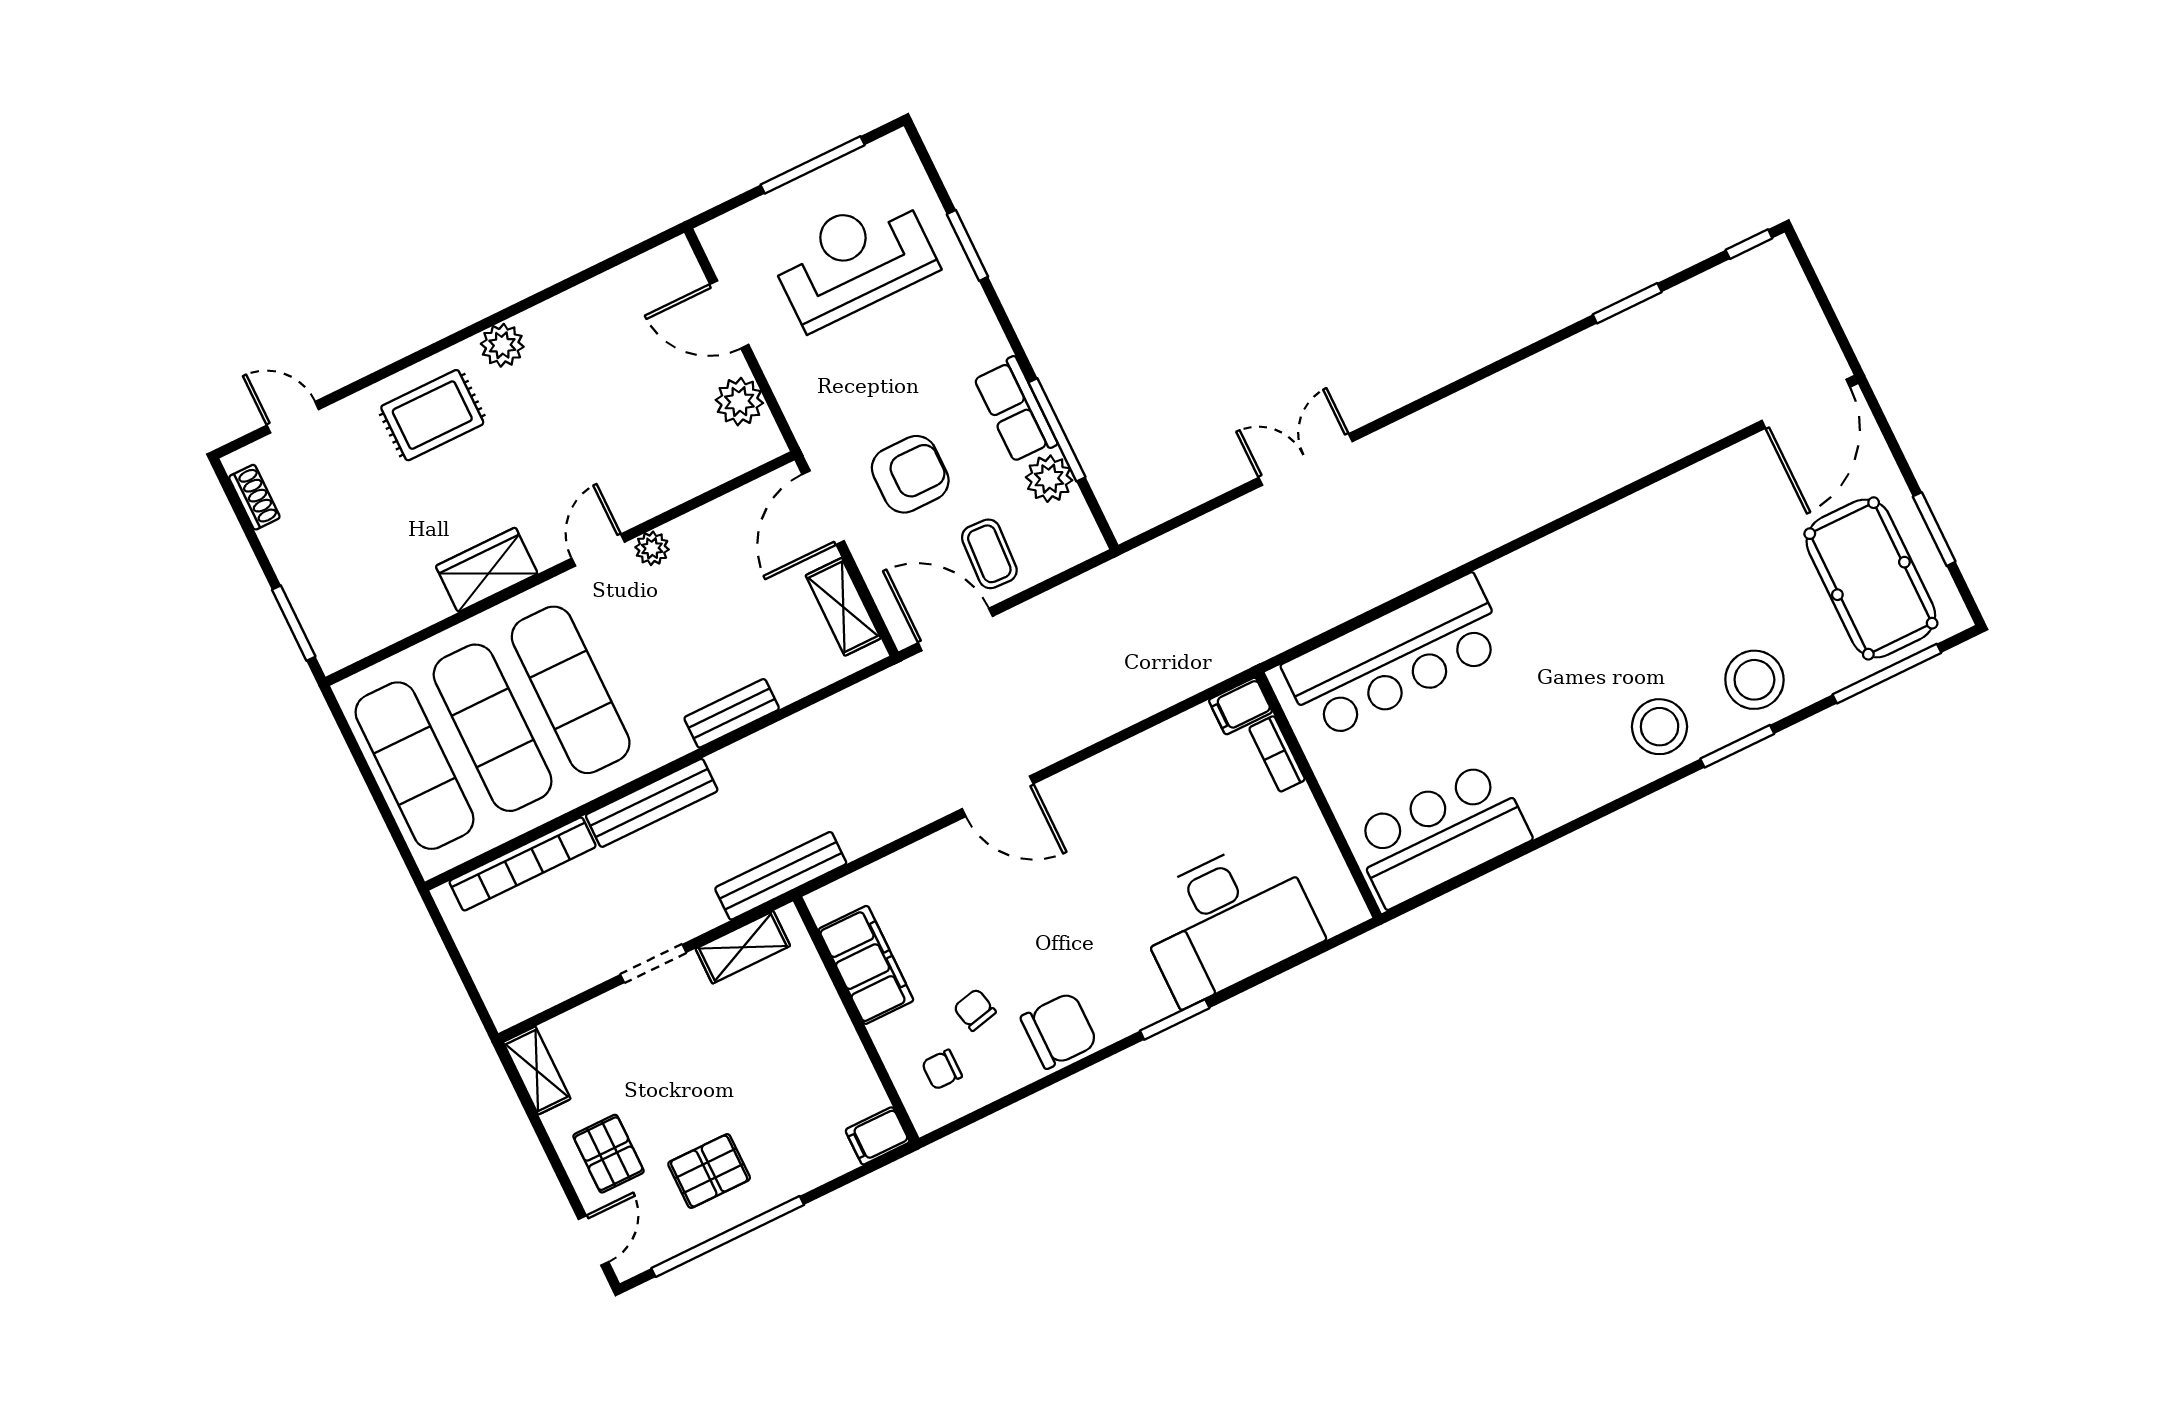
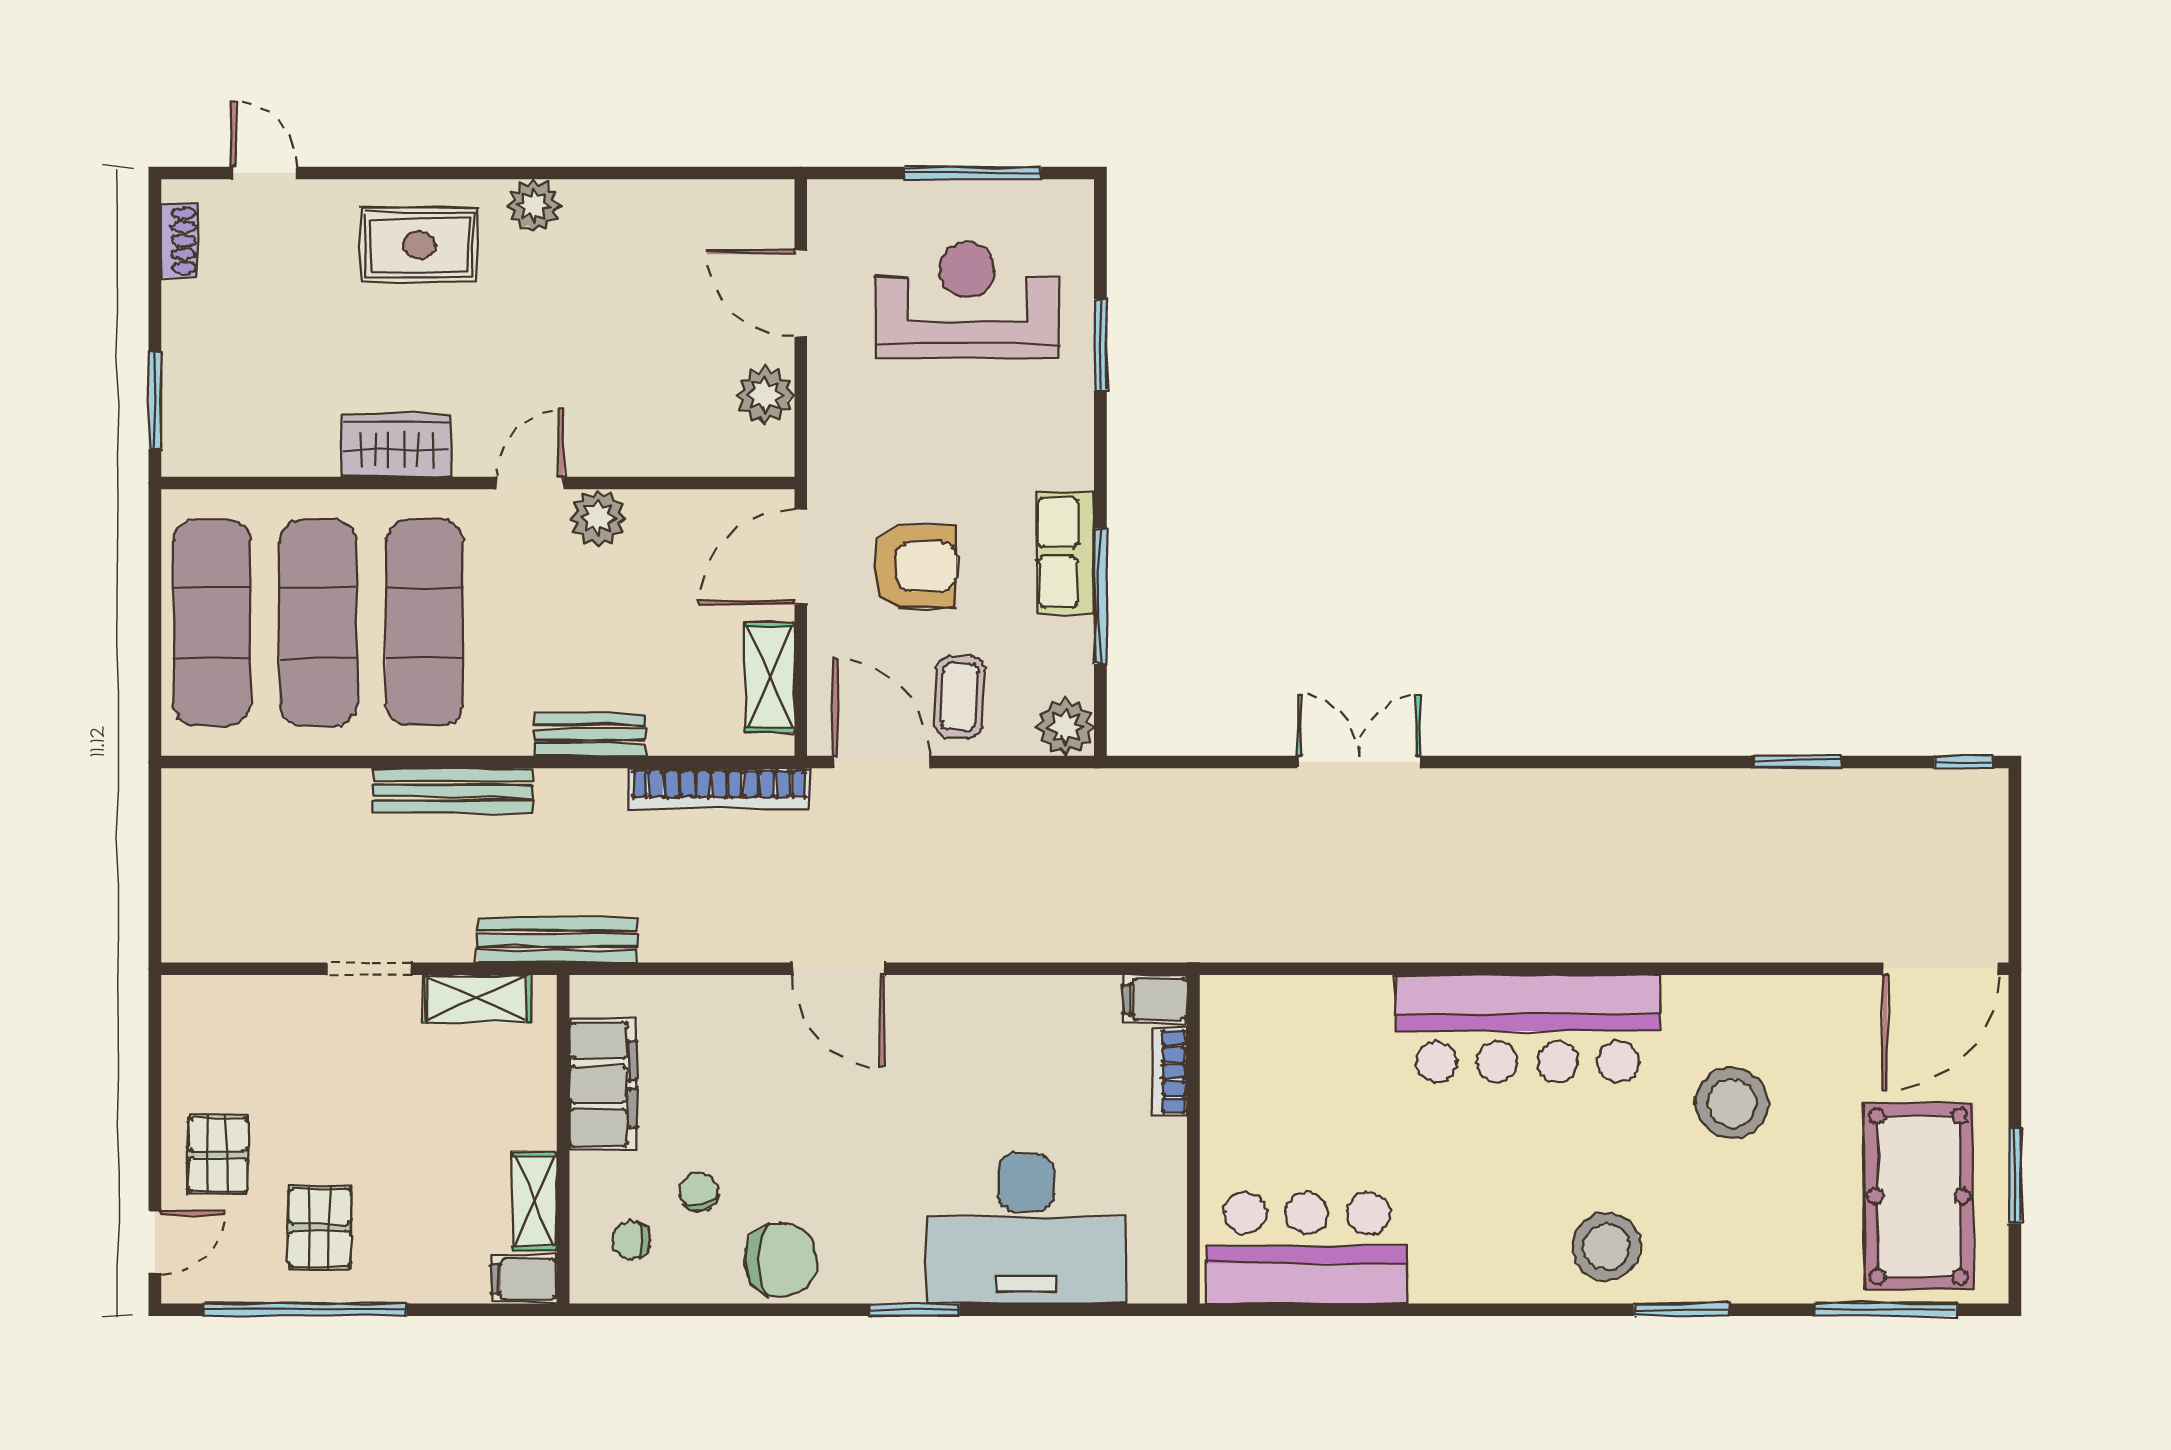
plant: (1049, 479) -> (1066, 727), moved
plant: (652, 548) -> (598, 518), width x1.38, depth x1.38
bar counter: (1395, 657) -> (1527, 1029), moved
stool: (1754, 680) -> (1732, 1103), moved
bookcase: (523, 864) -> (719, 789), moved
shelving: (537, 1071) -> (535, 1201), moved
pallet: (709, 1171) -> (320, 1228), turned 90

